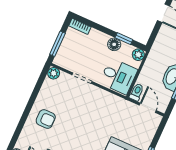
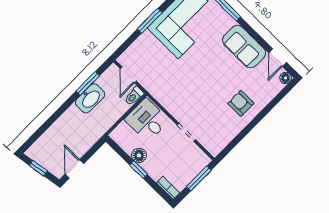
window: (124, 39) -> (138, 170), moved
plant: (138, 55) -> (117, 135), removed
plant: (54, 73) -> (215, 149), removed

